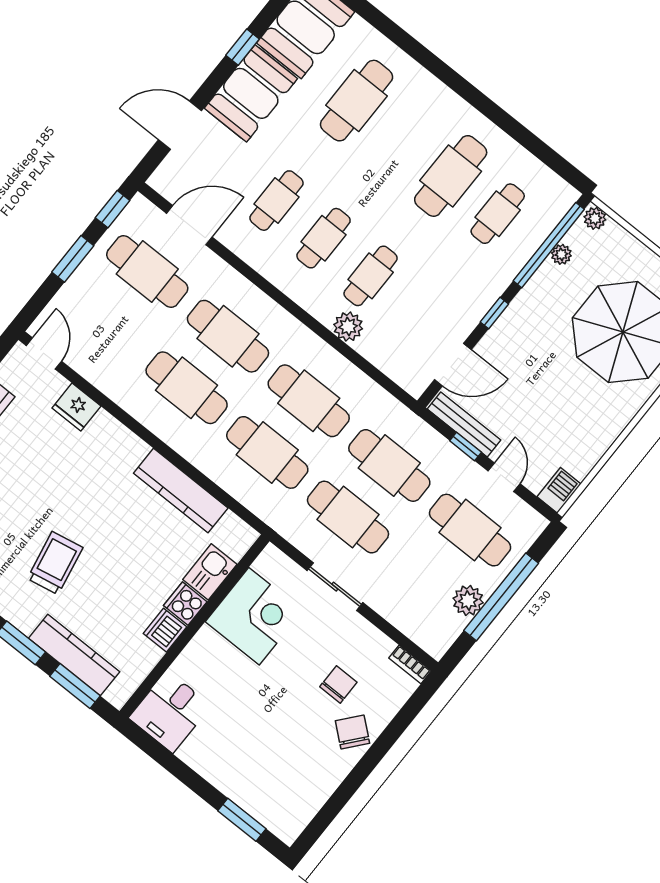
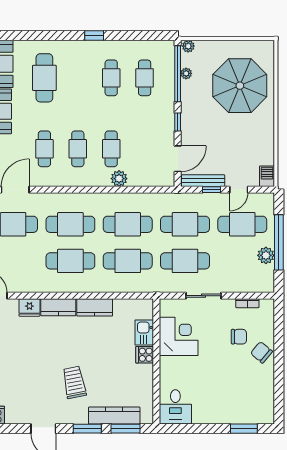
window: (475, 97) -> (94, 35), added
cafe table: (451, 176) -> (111, 78), width x0.73, depth x0.74
kitchen counter: (117, 439) -> (58, 307), added
door: (504, 477) -> (239, 190), swing flipped
kitchen counter: (181, 491) -> (95, 307), width x0.67
dishwasher: (165, 630) -> (145, 373), removed
bookcase: (410, 664) -> (247, 303), moved
chair: (338, 684) -> (239, 337), turned 90

